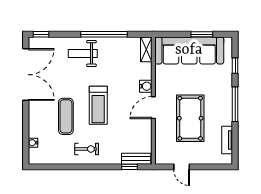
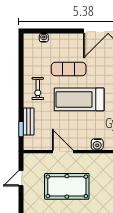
treadmill: (98, 105) -> (79, 99), width x1.37, depth x1.37
door: (153, 108) -> (63, 152), moved
bench: (136, 159) -> (29, 122), moved

